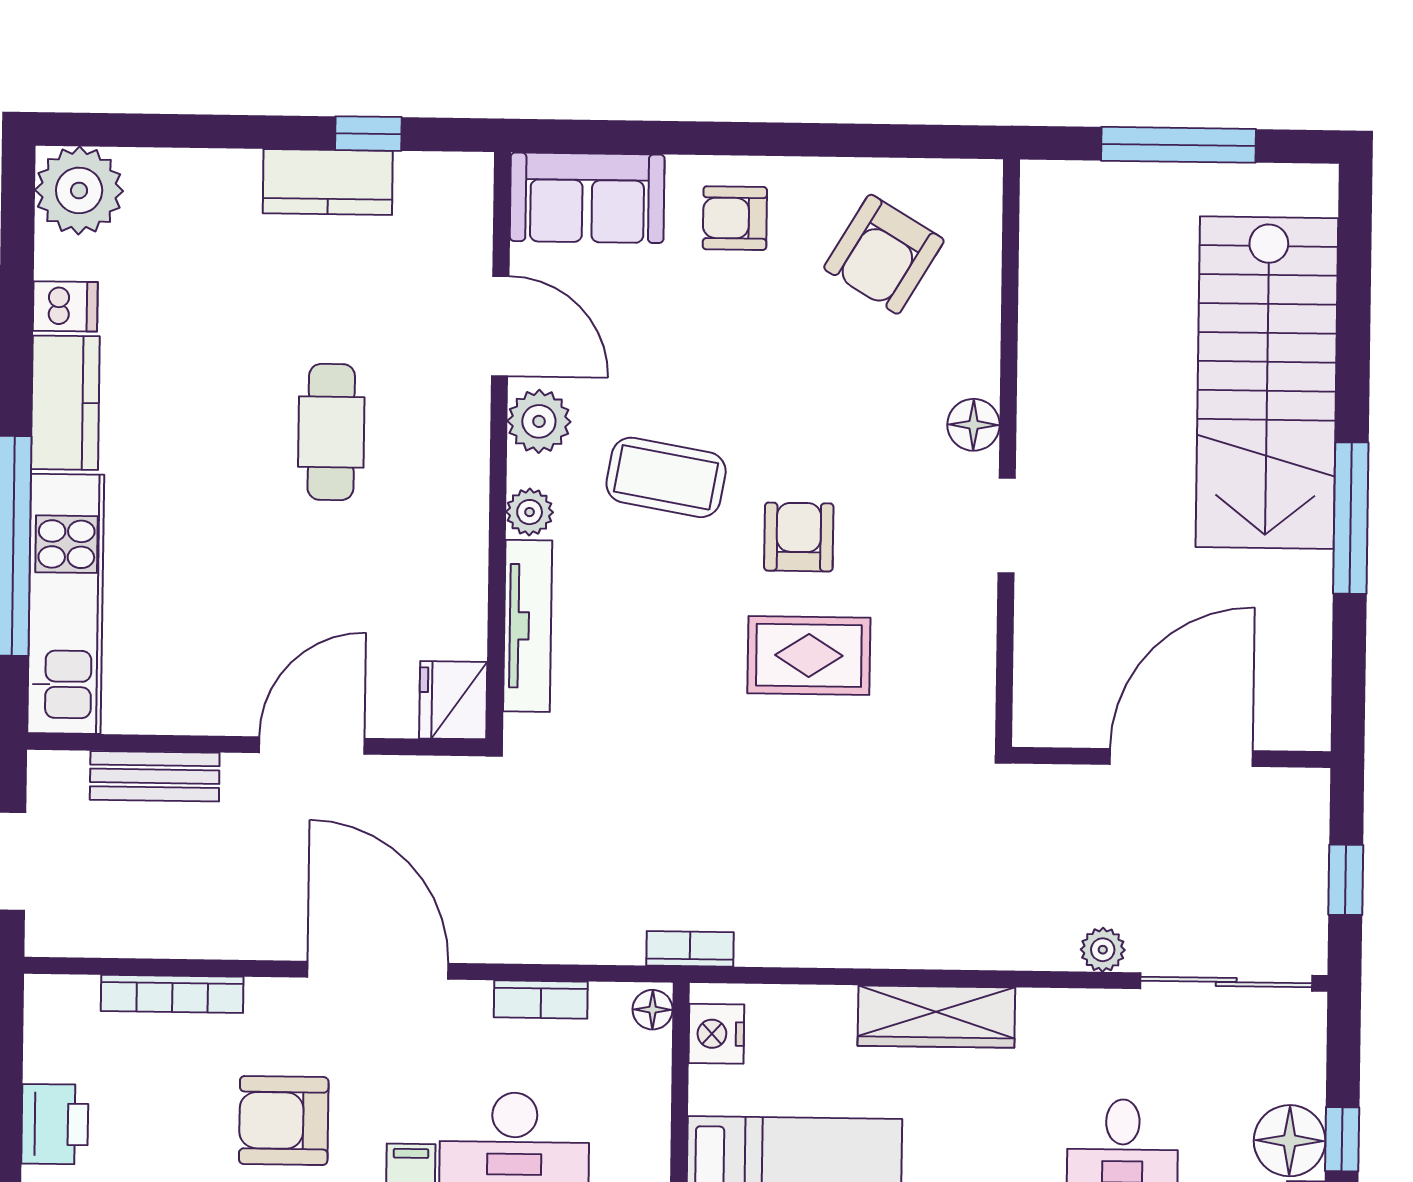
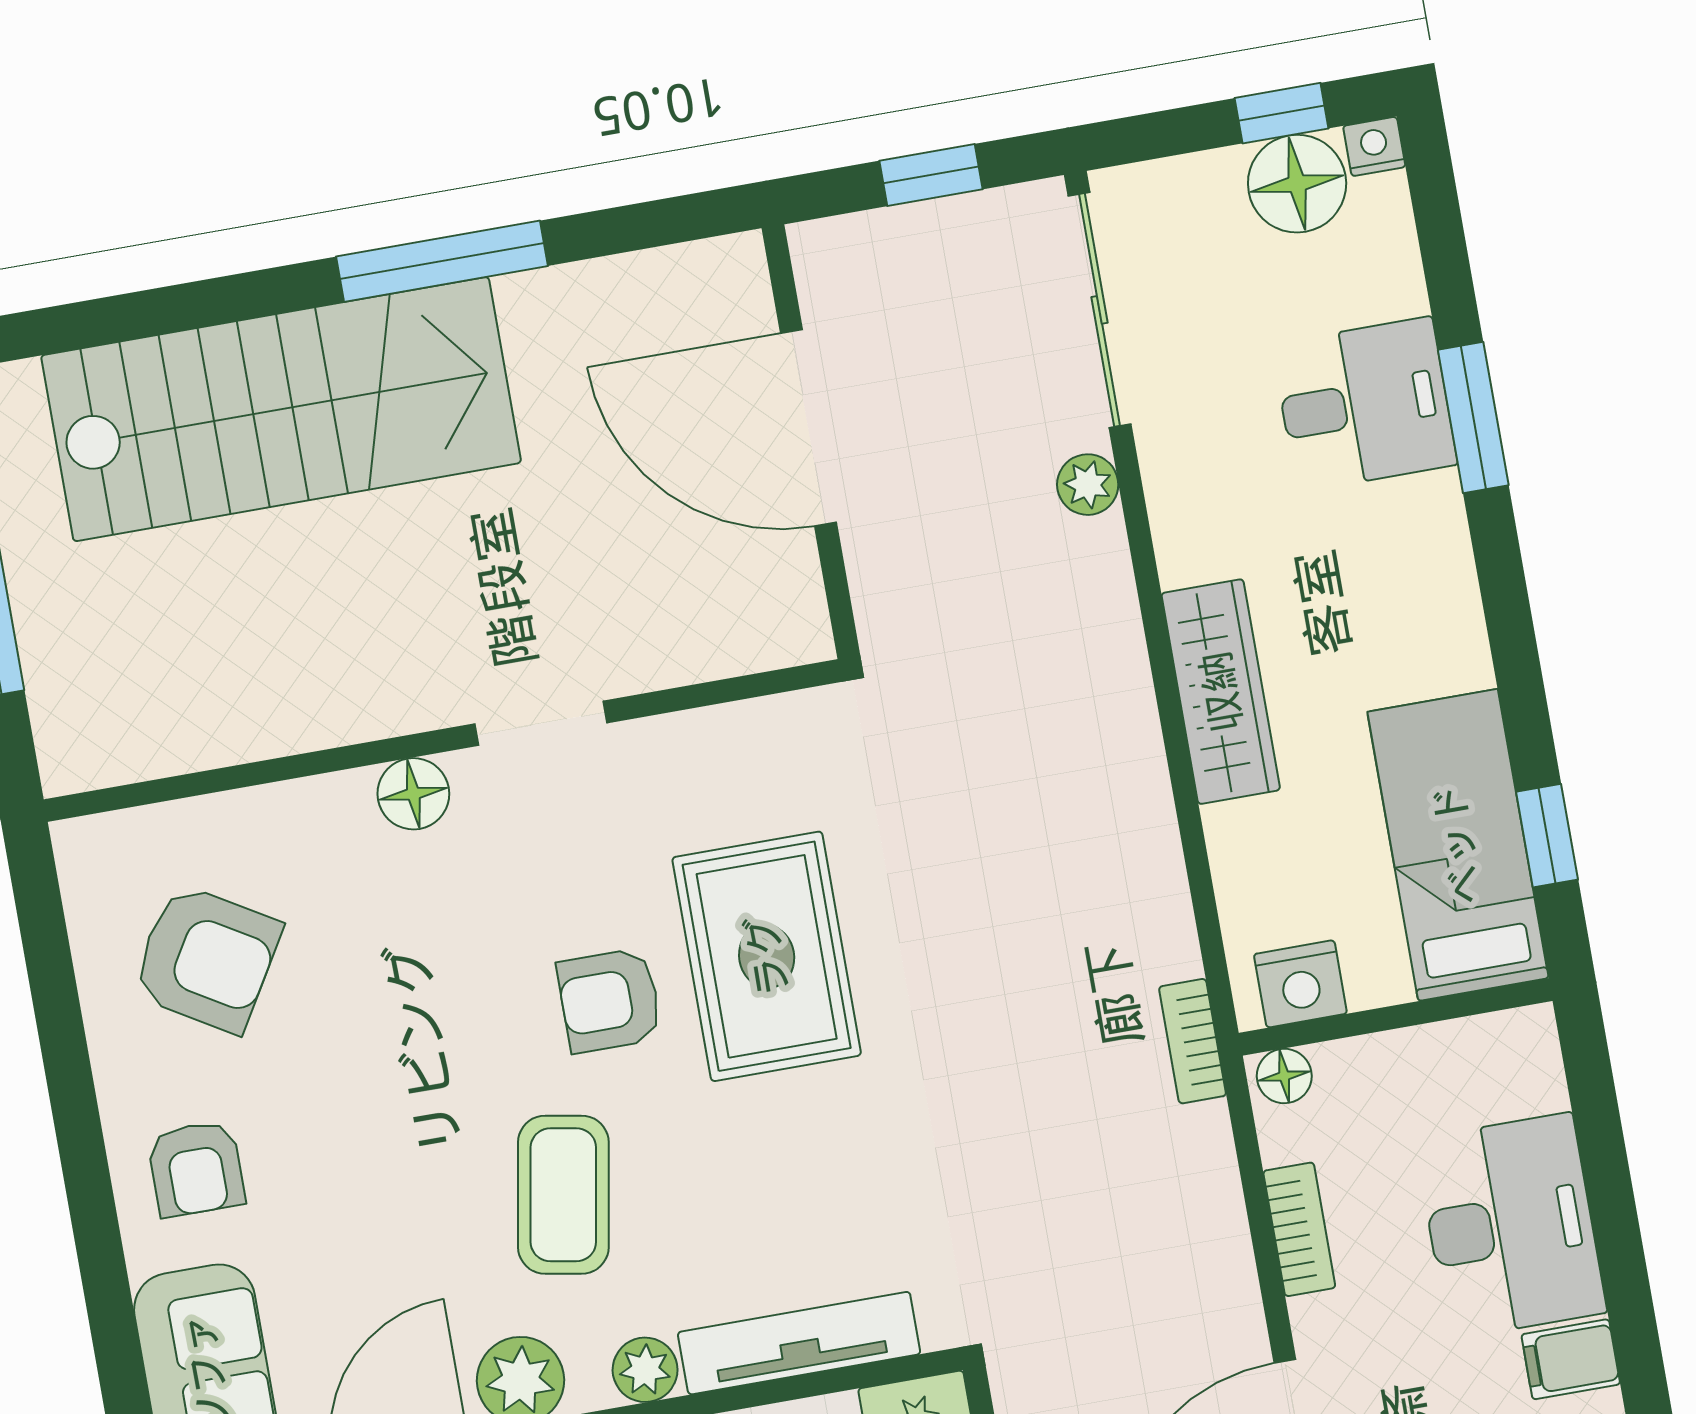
rug: (809, 655) -> (767, 956), width x1.36, depth x1.43

